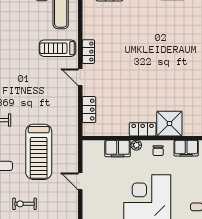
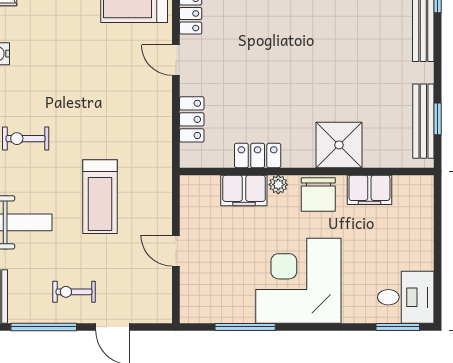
locker: (143, 129) -> (258, 155), moved
chair: (158, 151) -> (318, 195), width x1.87, depth x1.87
treadmill: (39, 152) -> (100, 197), width x0.73, depth x0.73

